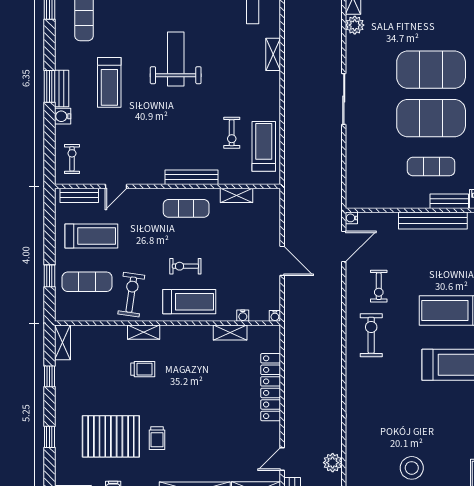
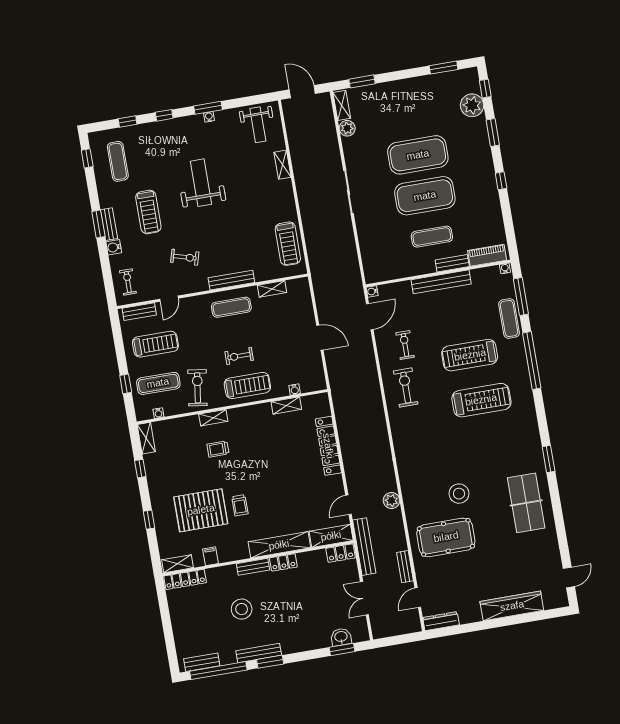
exercise bike: (232, 133) -> (185, 257), moved, turned -74
treadmill: (264, 146) -> (288, 244), turned 180
exercise bike: (379, 286) -> (405, 345), turned 180
water cooler: (275, 316) -> (158, 413), moved
trolley: (143, 369) -> (218, 449), turned 180

